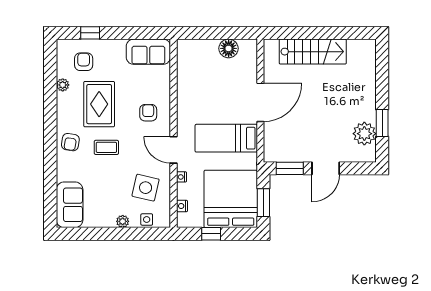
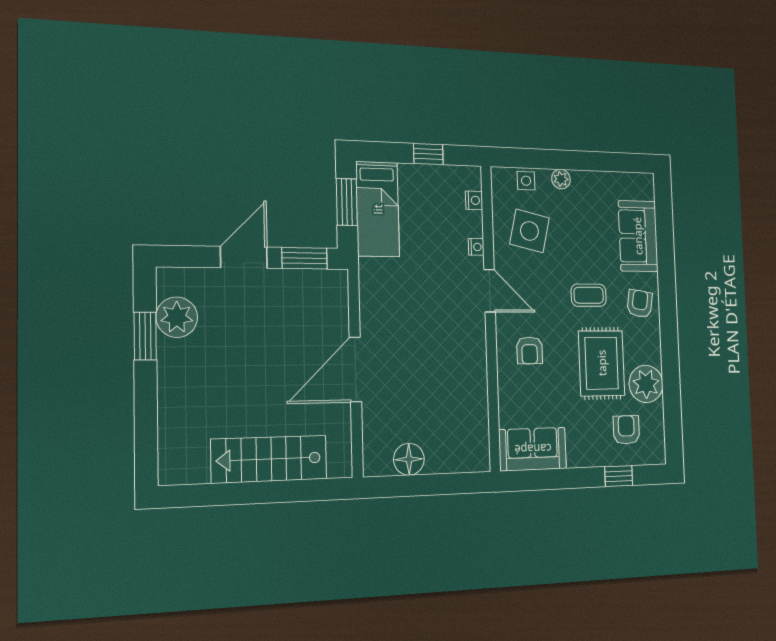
armchair: (84, 62) -> (626, 430), turned 180
plant: (63, 85) -> (646, 384), width x1.87, depth x1.87
bed: (226, 138) -> (409, 309), removed
bed: (231, 199) -> (378, 209), width x0.49
sofa: (70, 205) -> (638, 236), moved

